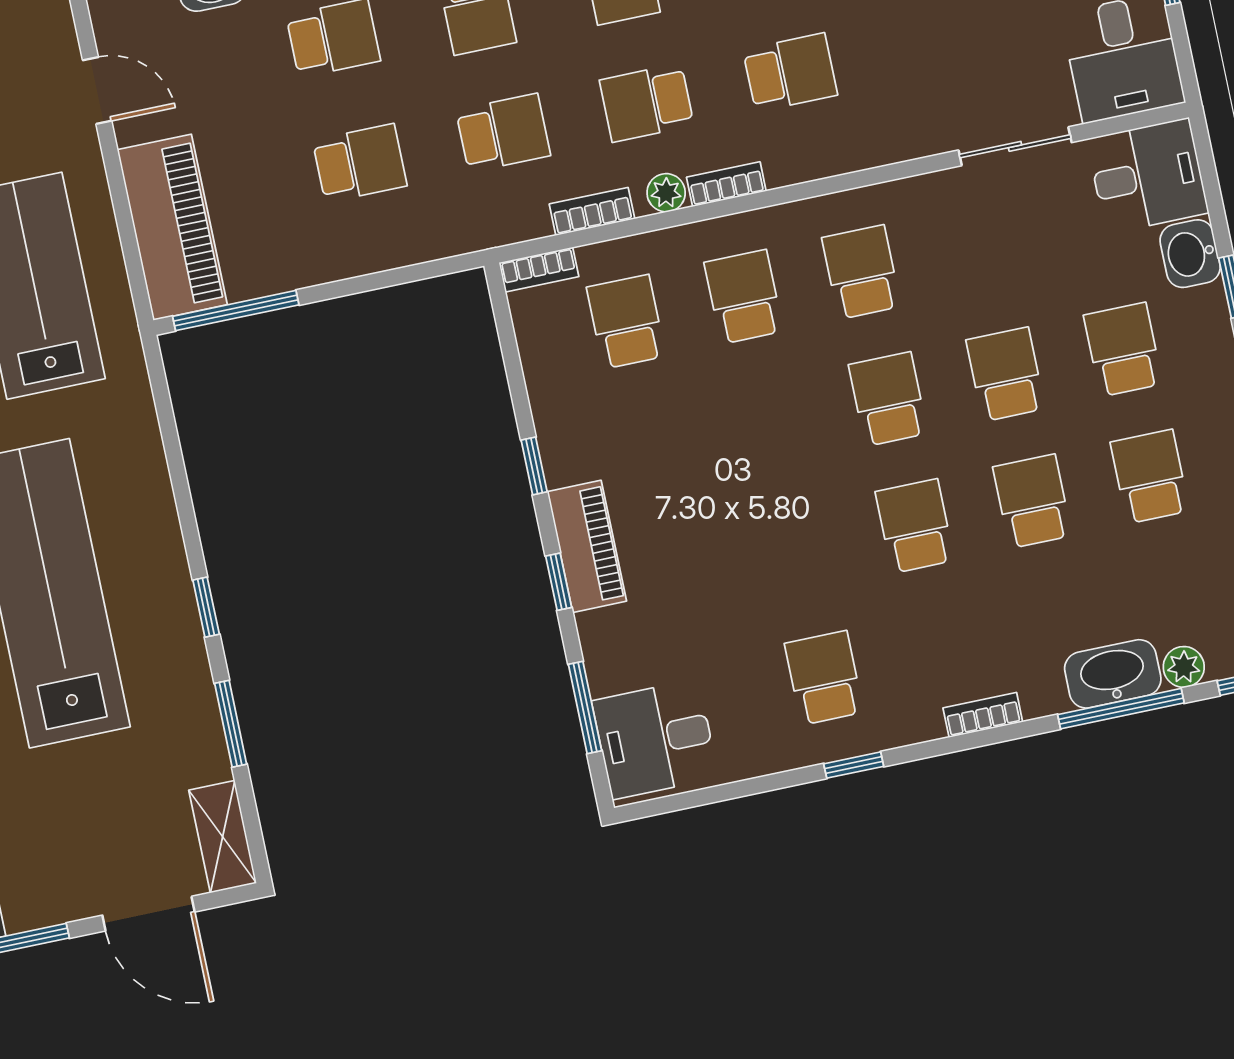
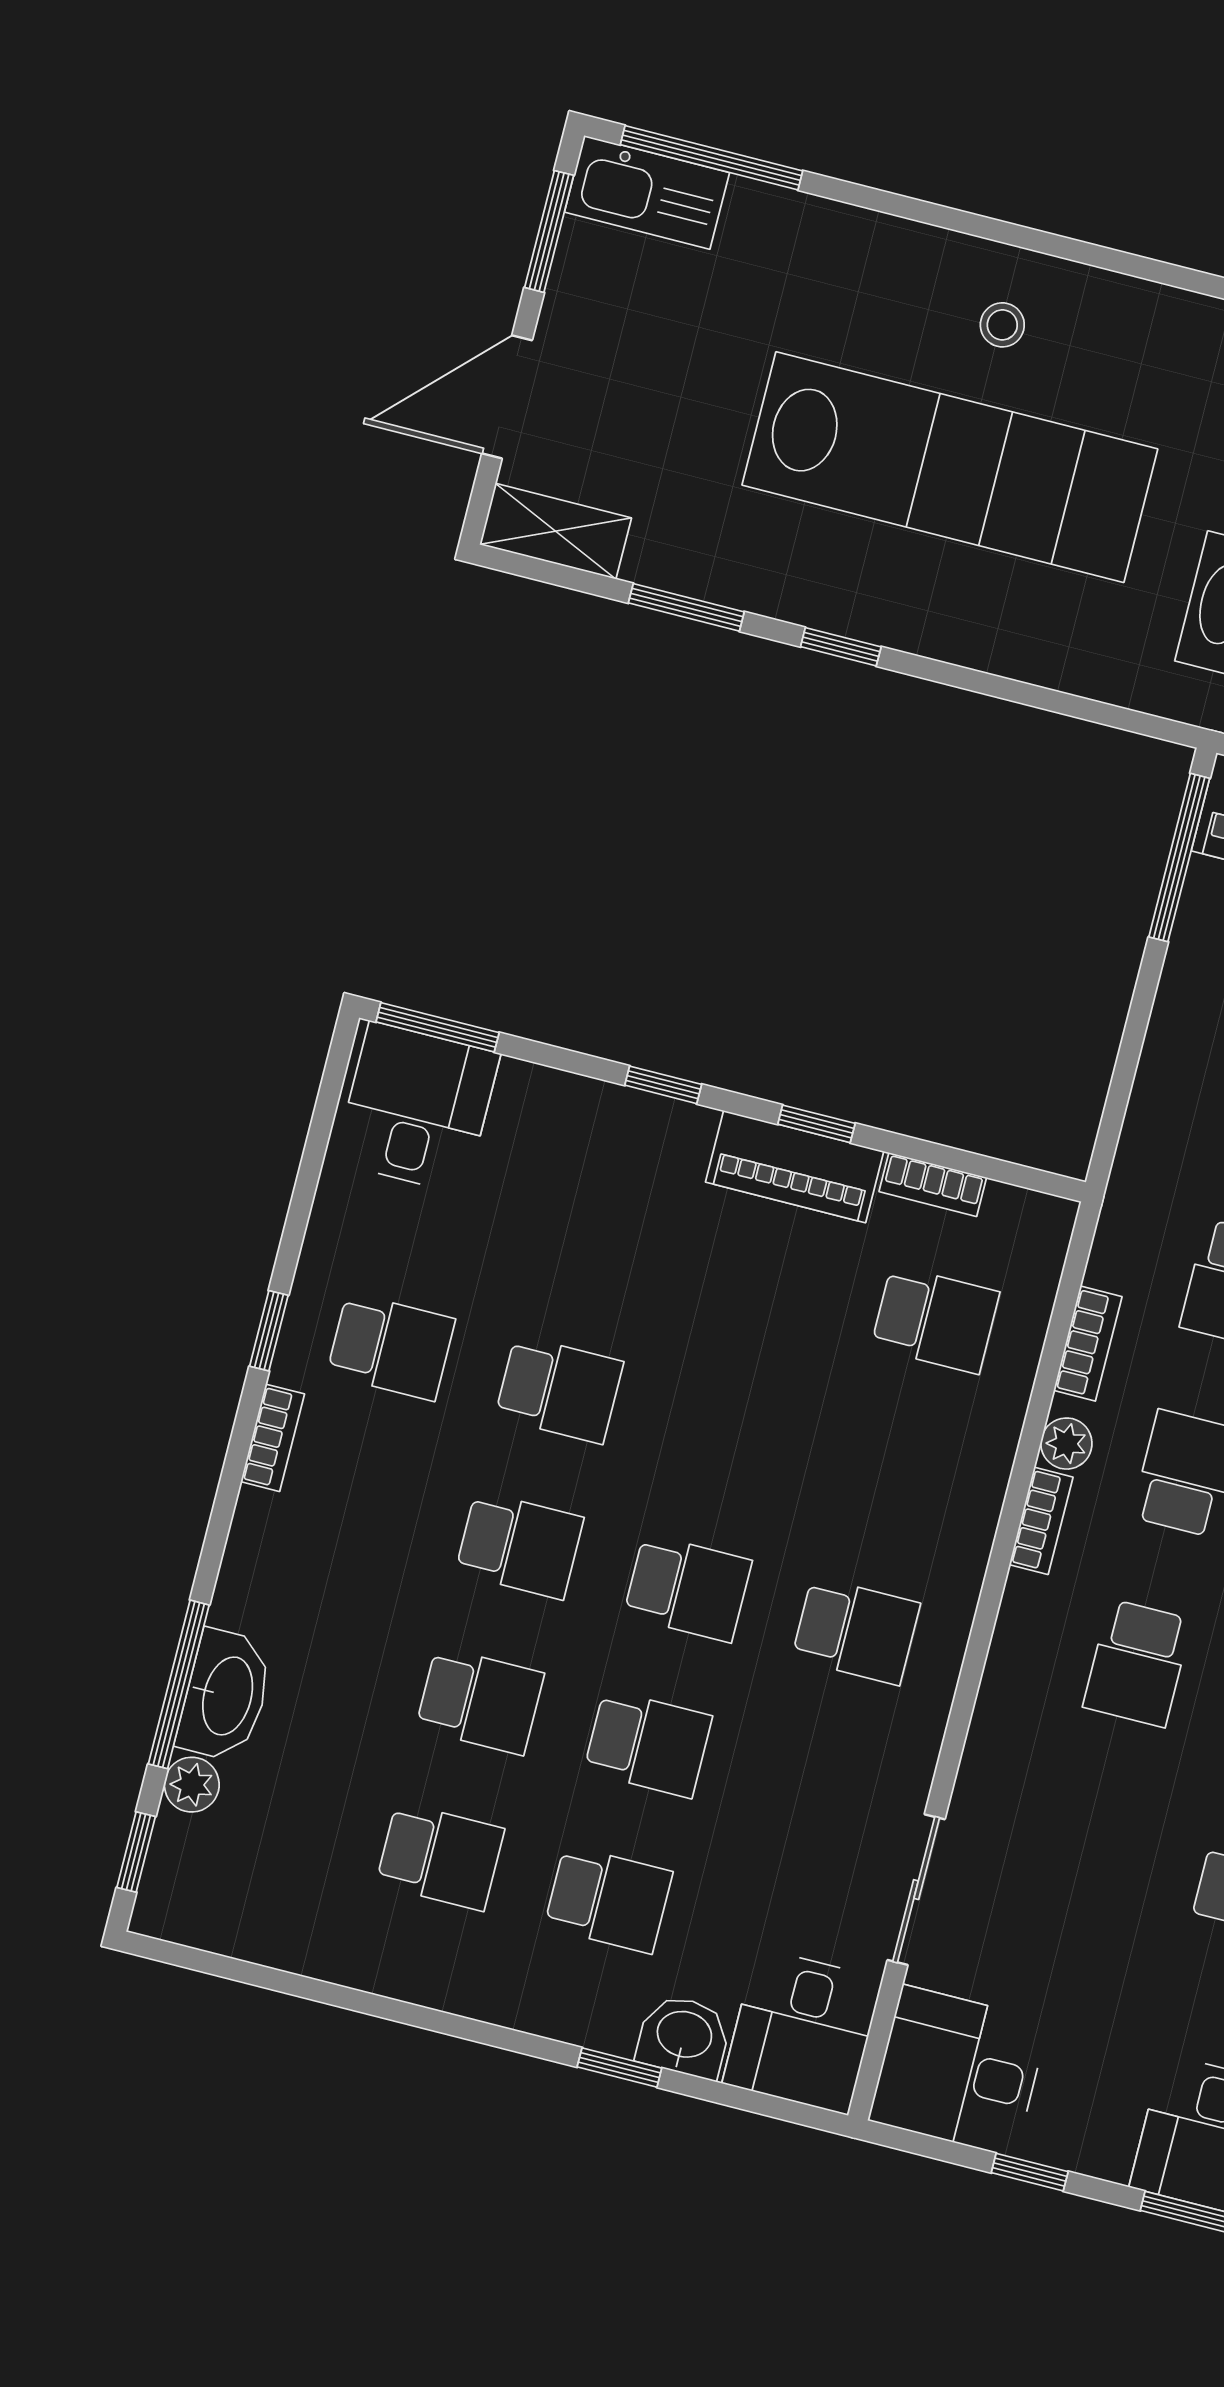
bookcase: (539, 270) -> (933, 1185), moved, turned -90
school desk: (744, 297) -> (559, 1389), moved
piano: (587, 546) -> (795, 1167), moved
window: (585, 708) -> (438, 1027), moved
bookcase: (983, 715) -> (273, 1438), moved

